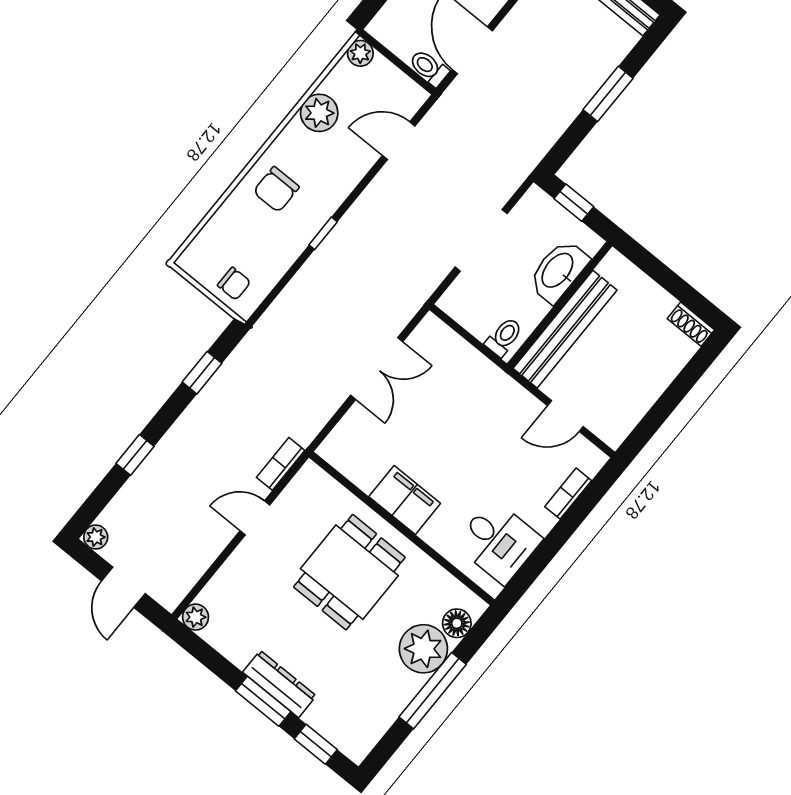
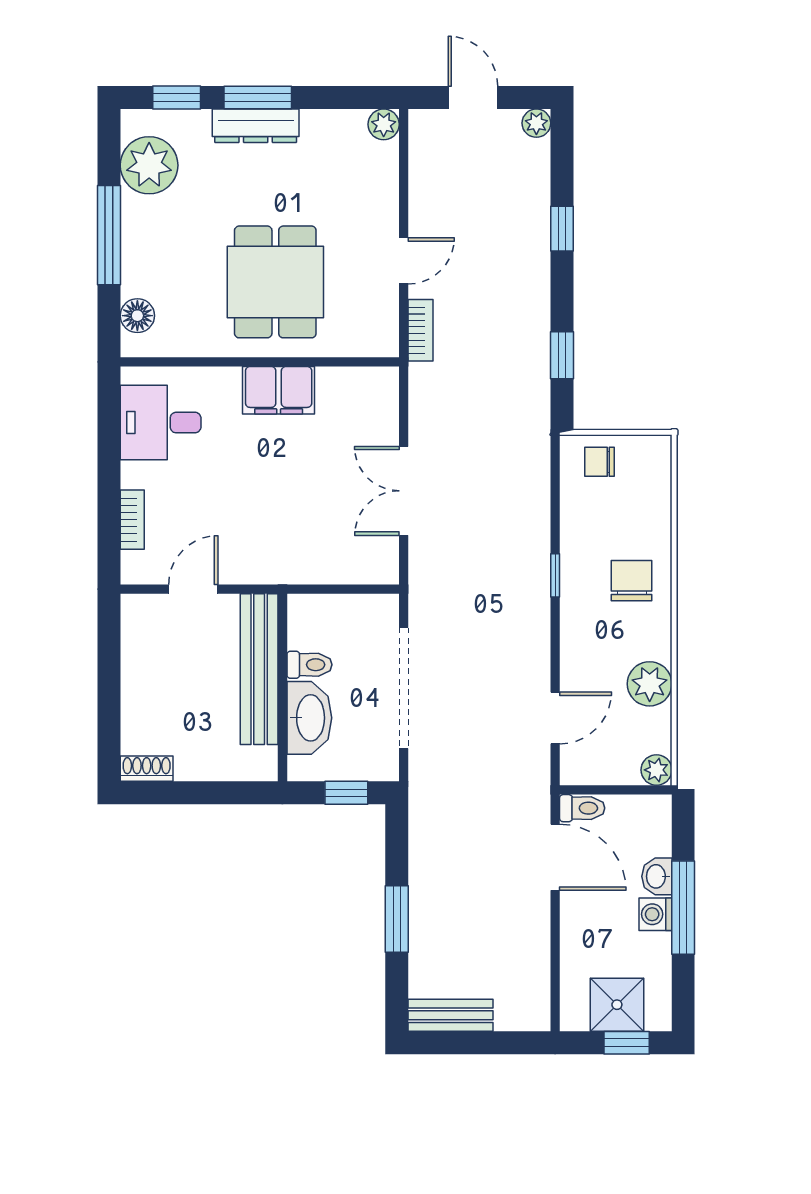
doorway: (481, 240) -> (404, 688), width x1.36
toilet: (504, 337) -> (309, 665), moved, turned -90
plant: (423, 649) -> (149, 165), moved

